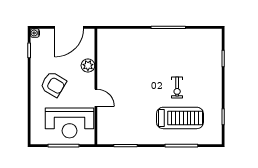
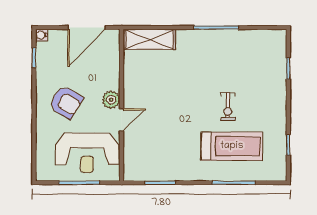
shelving: (117, 36) -> (150, 39), added
plant: (88, 66) -> (111, 100), moved
door: (96, 98) -> (122, 120), hinge flipped

